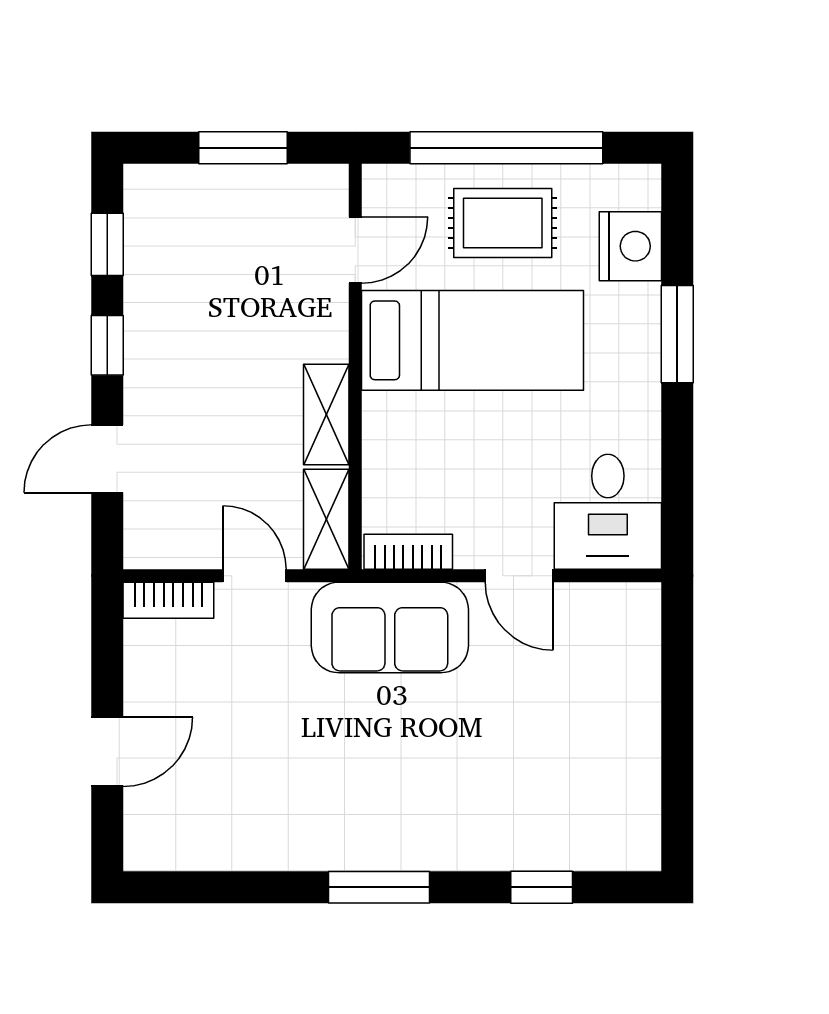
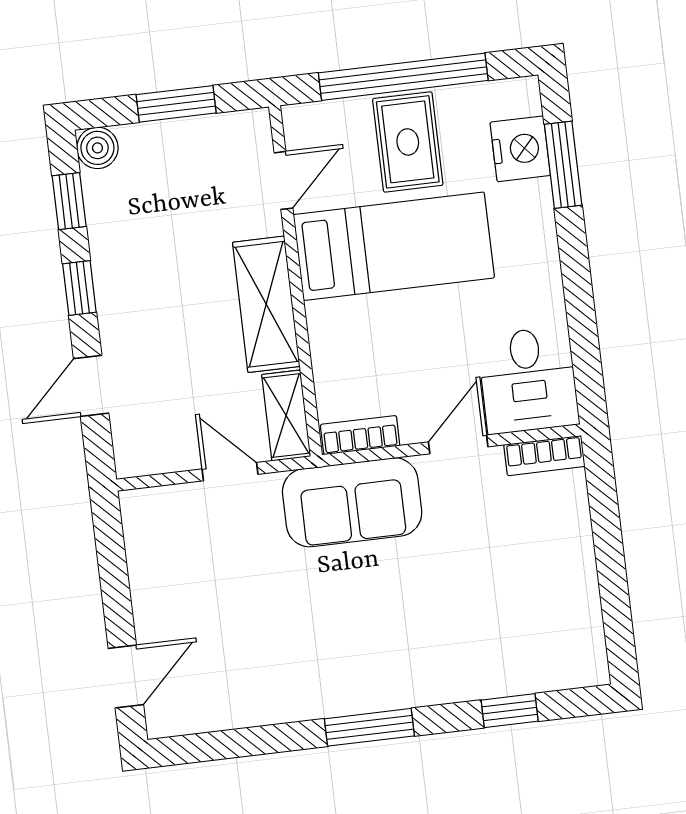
boiler: (147, 187) -> (97, 148), added
rug: (503, 223) -> (408, 142), turned 90
window: (677, 334) -> (563, 165), moved
shelving: (326, 415) -> (266, 304), width x1.50, depth x1.33
door: (519, 576) -> (458, 444), swing flipped
bookcase: (168, 600) -> (544, 456), moved
door: (107, 752) -> (126, 677), moved

